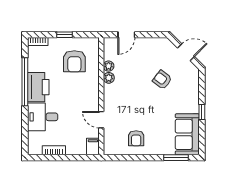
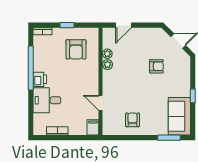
armchair: (162, 80) -> (156, 66), turned 143
printer: (38, 87) -> (40, 79), width x0.53, depth x0.68
armchair: (136, 138) -> (133, 120), turned 180

